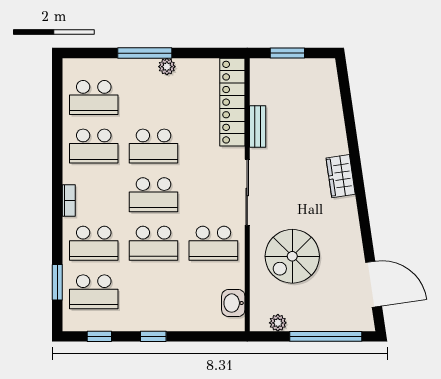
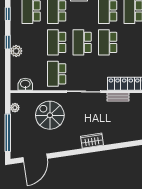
plant: (170, 320) -> (16, 51), added

